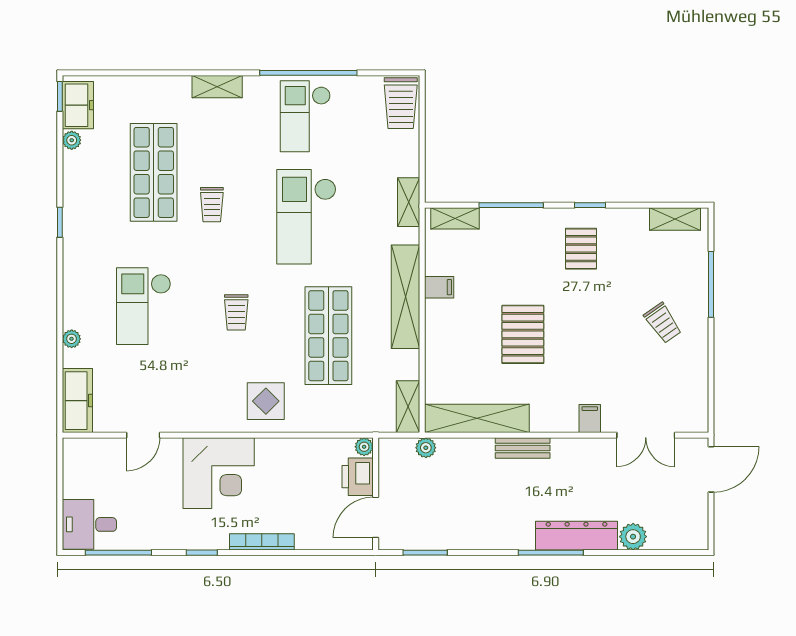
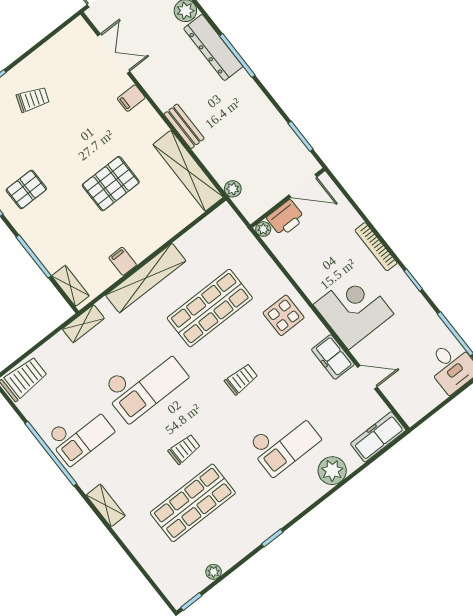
freezer: (78, 105) -> (333, 357), moved, turned -90
trolley: (663, 323) -> (33, 99), turned 55
plant: (72, 339) -> (332, 471), width x1.88, depth x1.88
shelving: (408, 407) -> (215, 221), removed

